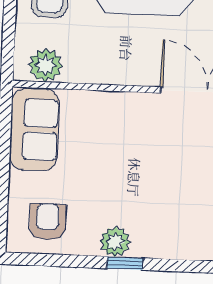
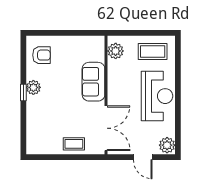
sofa: (34, 129) -> (93, 82), moved, turned 90

